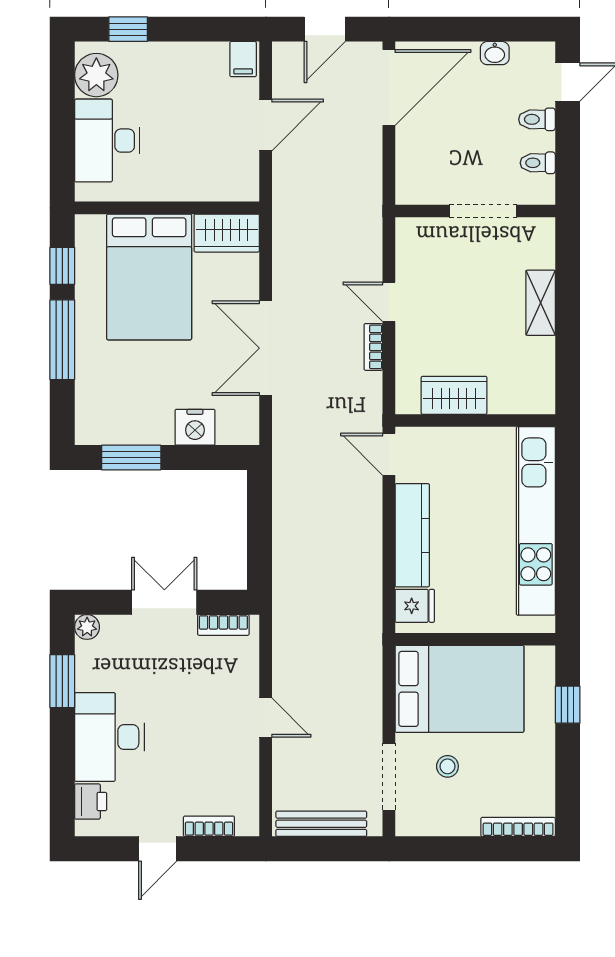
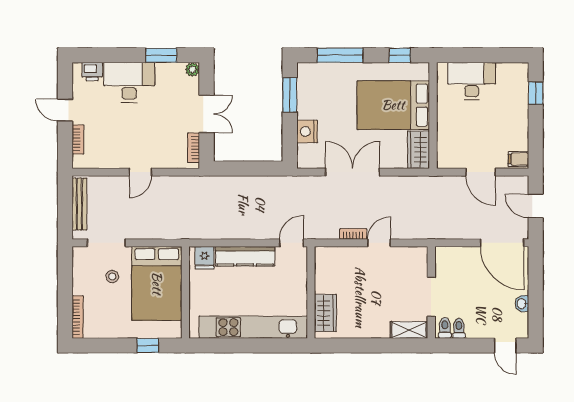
plant: (96, 75) -> (509, 75), removed
toilet: (537, 119) -> (445, 328), moved
shelving: (541, 303) -> (409, 330), moved
window: (62, 340) -> (340, 55), moved
wardrobe: (454, 395) -> (325, 313), moved

